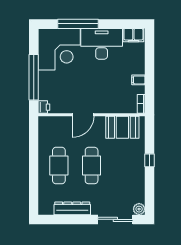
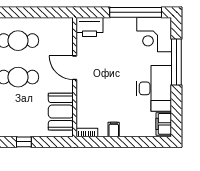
corner desk: (59, 49) -> (154, 35), width x0.74, depth x0.74
window: (34, 77) -> (136, 12), moved
printer: (44, 107) -> (90, 27), width x1.87, depth x1.48

